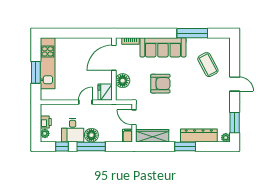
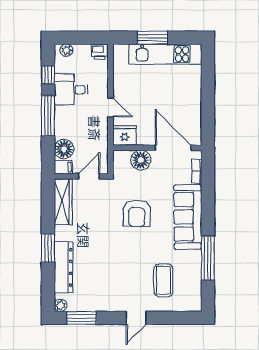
coffee table: (208, 65) -> (163, 280), turned -62
printer: (46, 122) -> (100, 52), moved
floor lamp: (91, 135) -> (64, 149), moved

